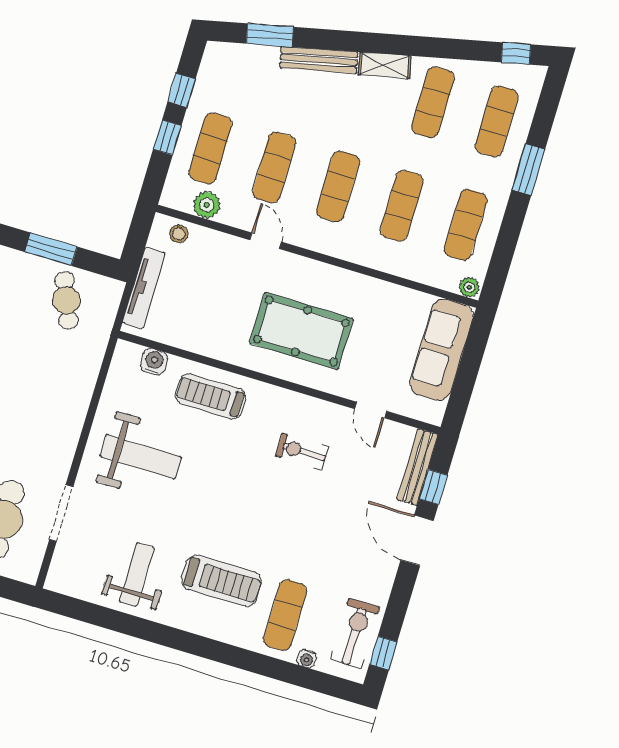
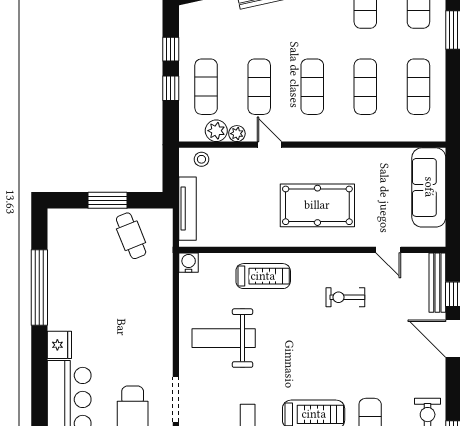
plant: (469, 287) -> (237, 134), moved
water cooler: (154, 362) -> (189, 263), moved
treadmill: (211, 396) -> (263, 276), turned 180
weight bench: (141, 457) -> (224, 338), turned 180

